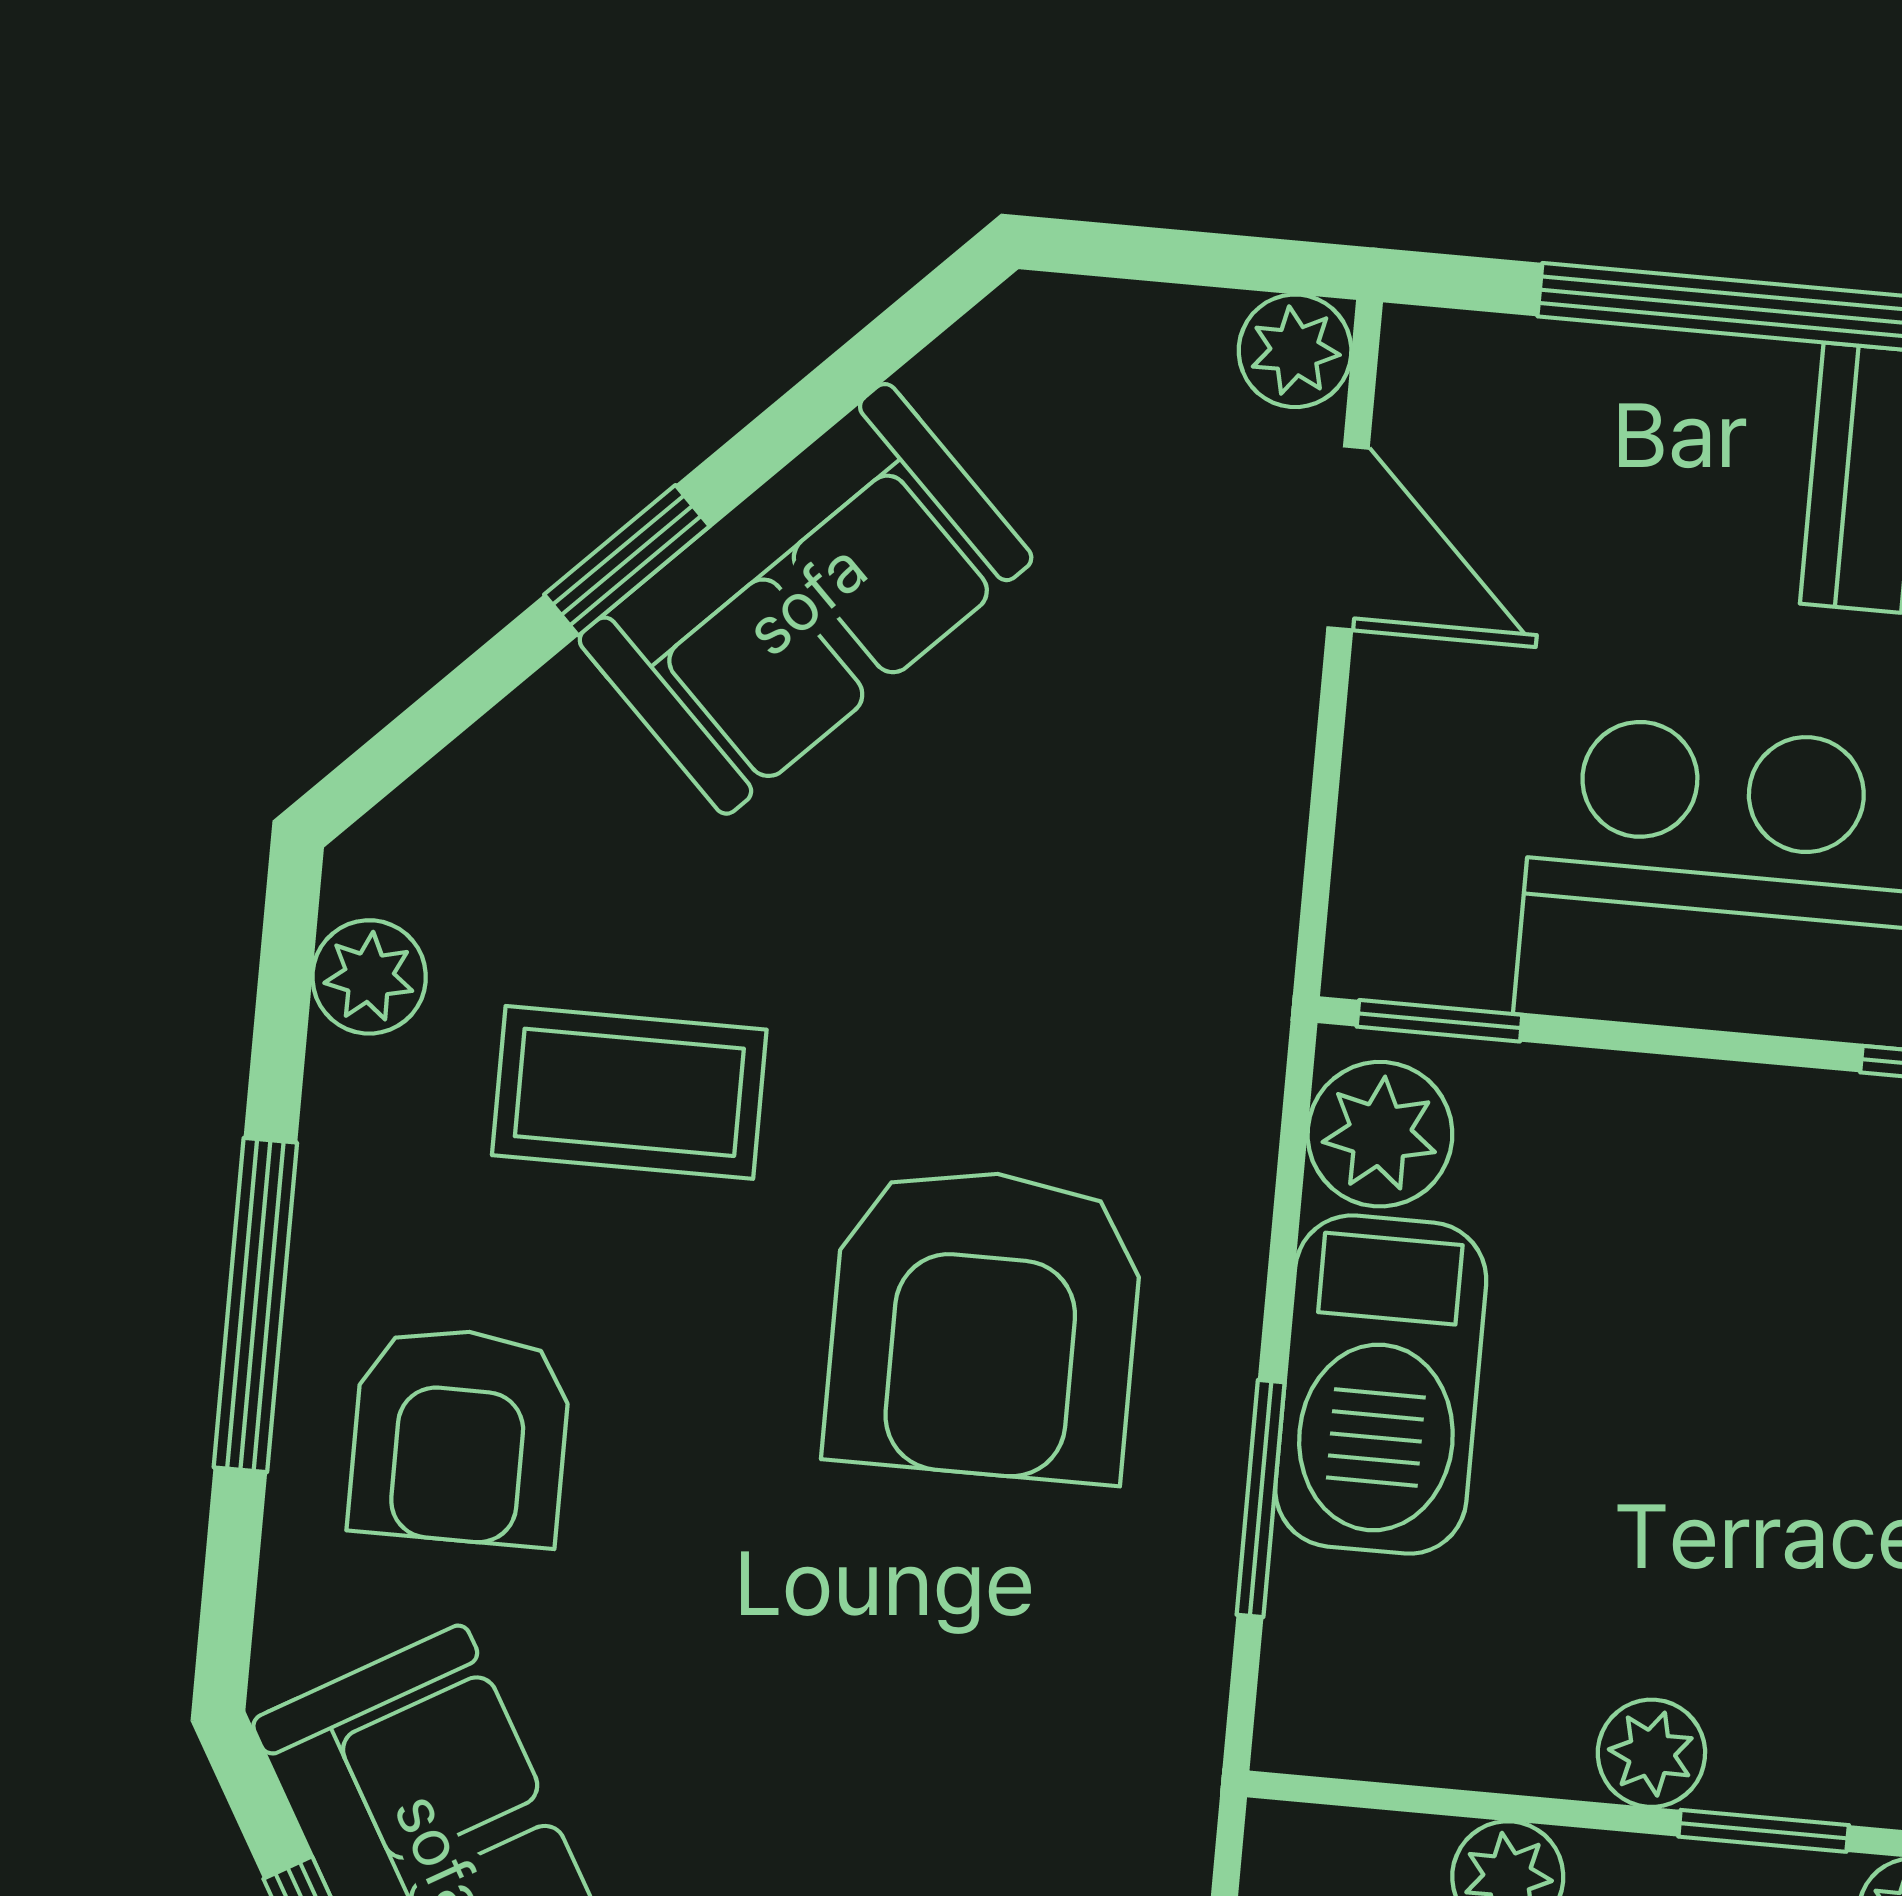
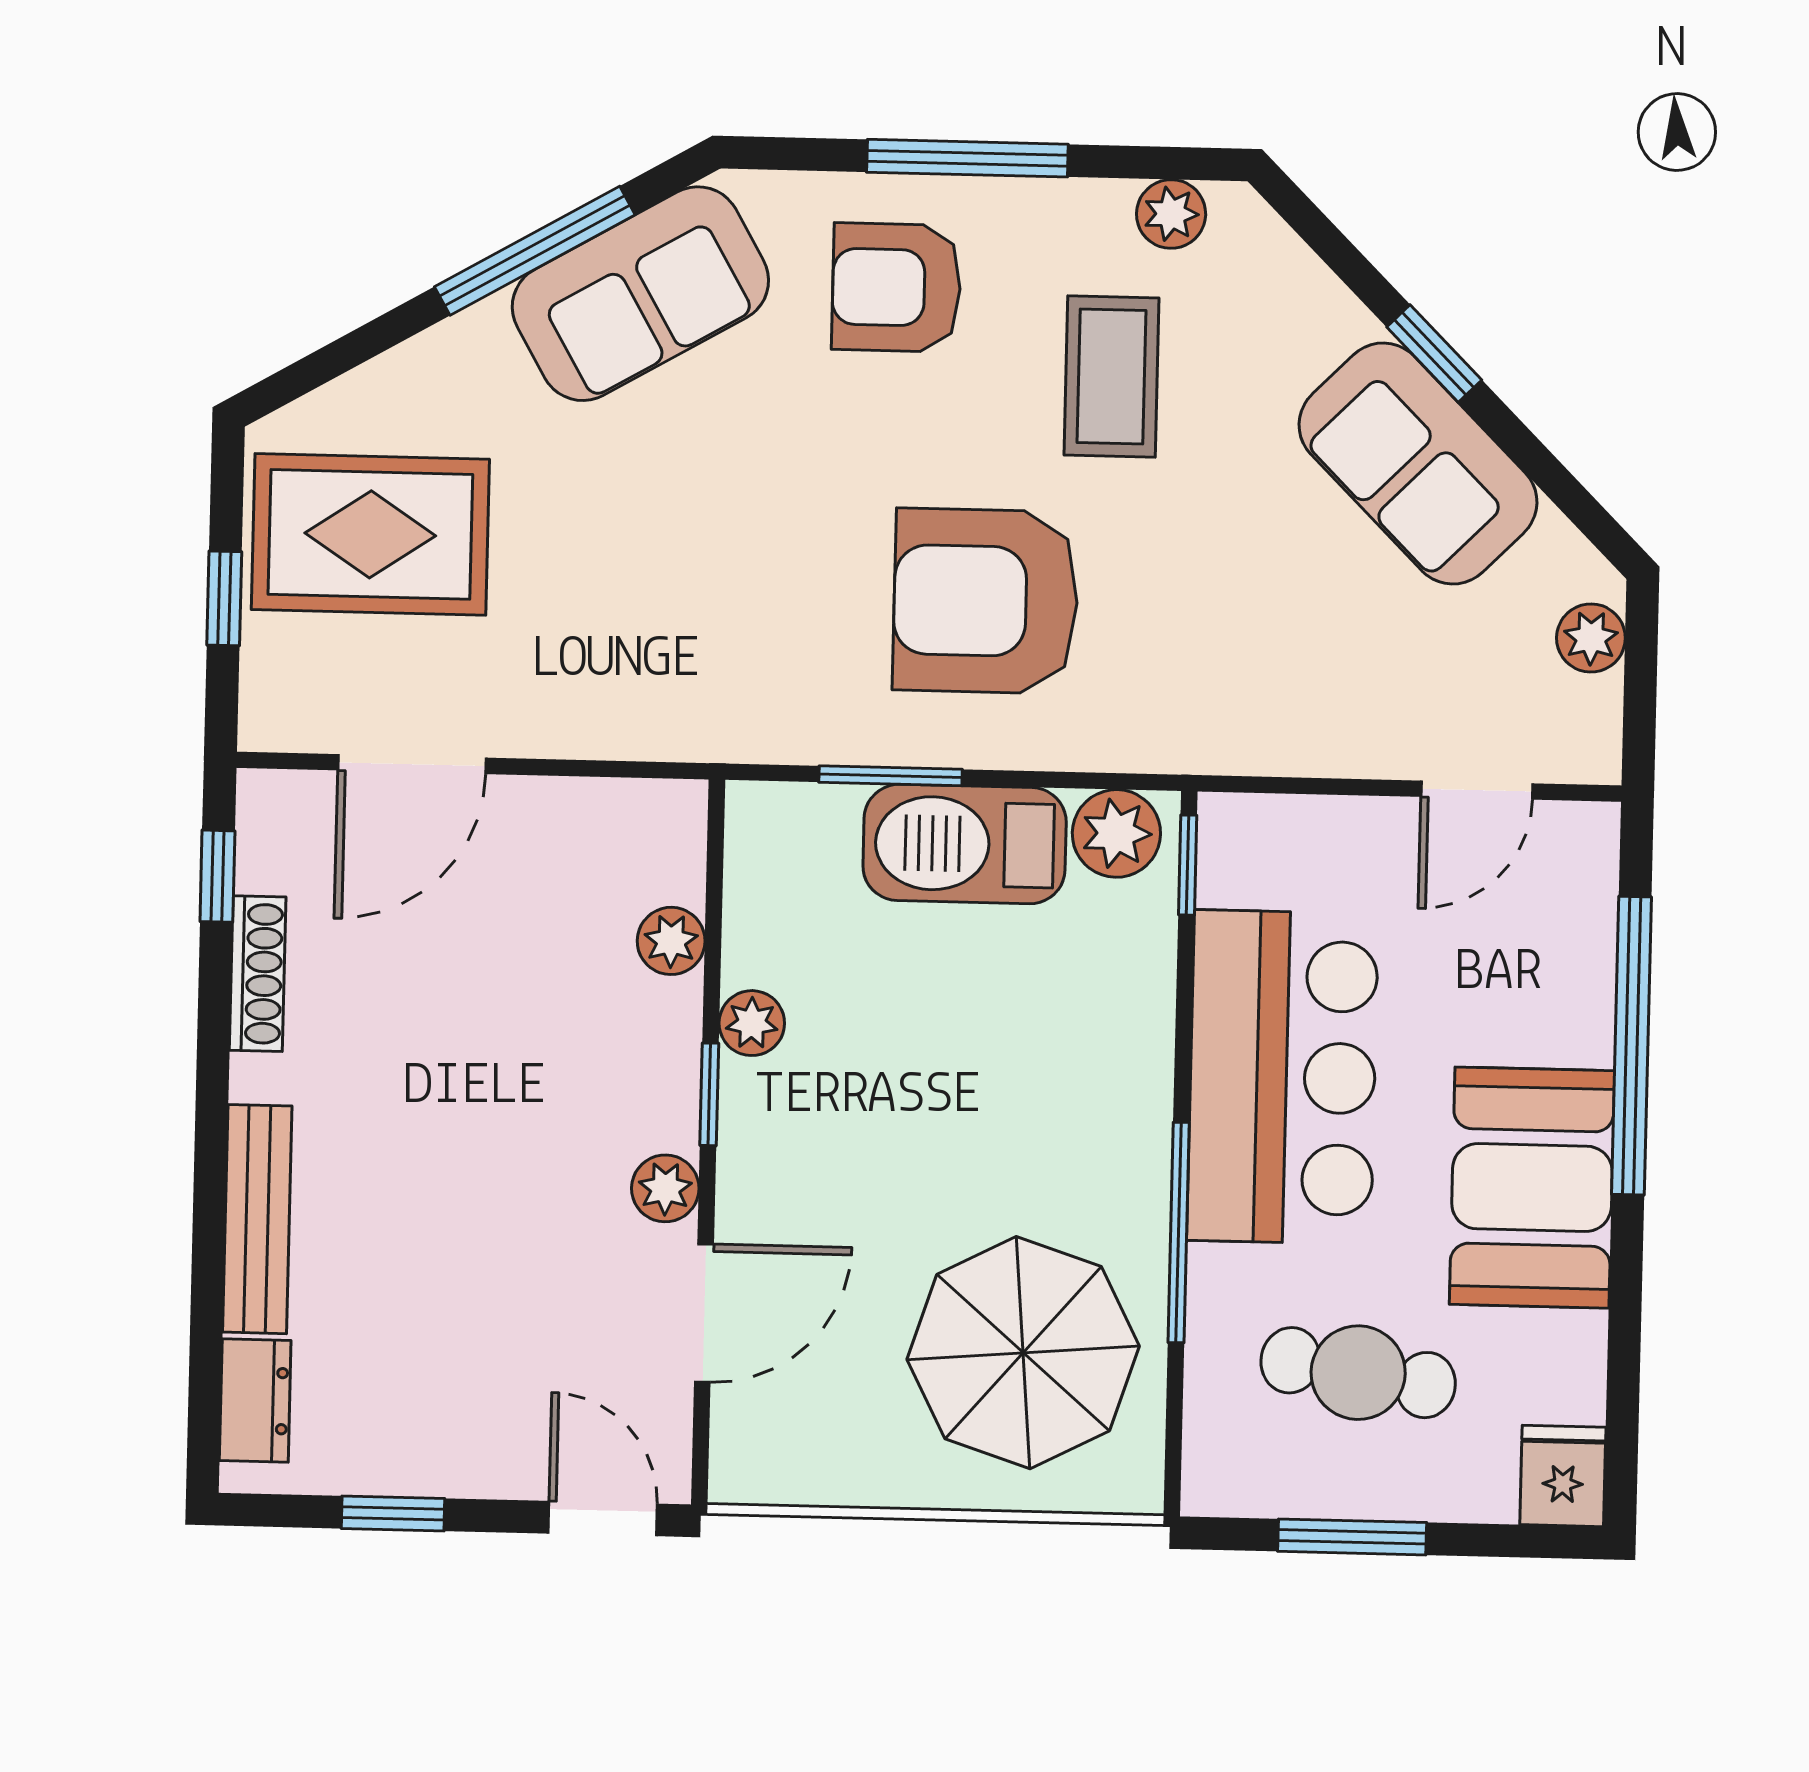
plant: (1295, 351) -> (1591, 638), moved

